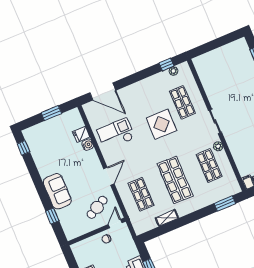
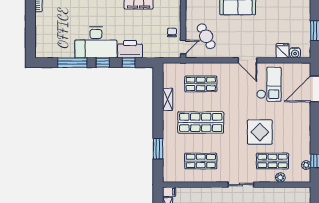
water cooler: (88, 145) -> (295, 53), moved
plant: (218, 146) -> (280, 178), moved
door: (109, 176) -> (247, 60), moved
window: (225, 203) -> (158, 149), moved
door: (115, 224) -> (183, 47), hinge flipped

